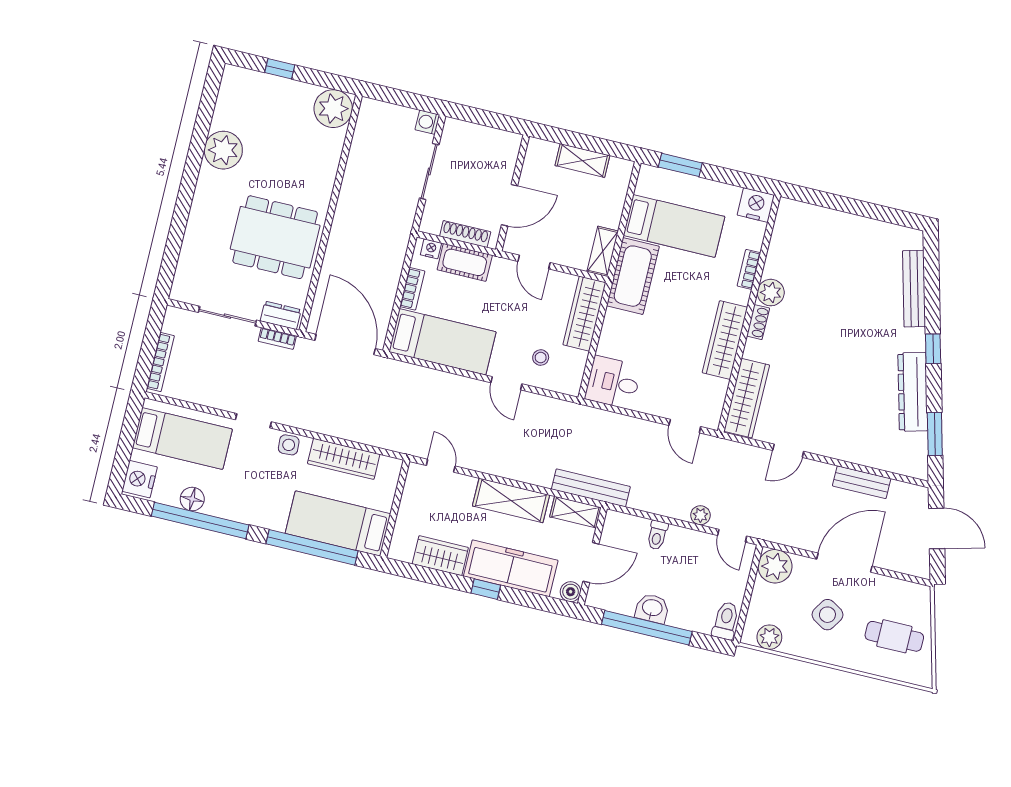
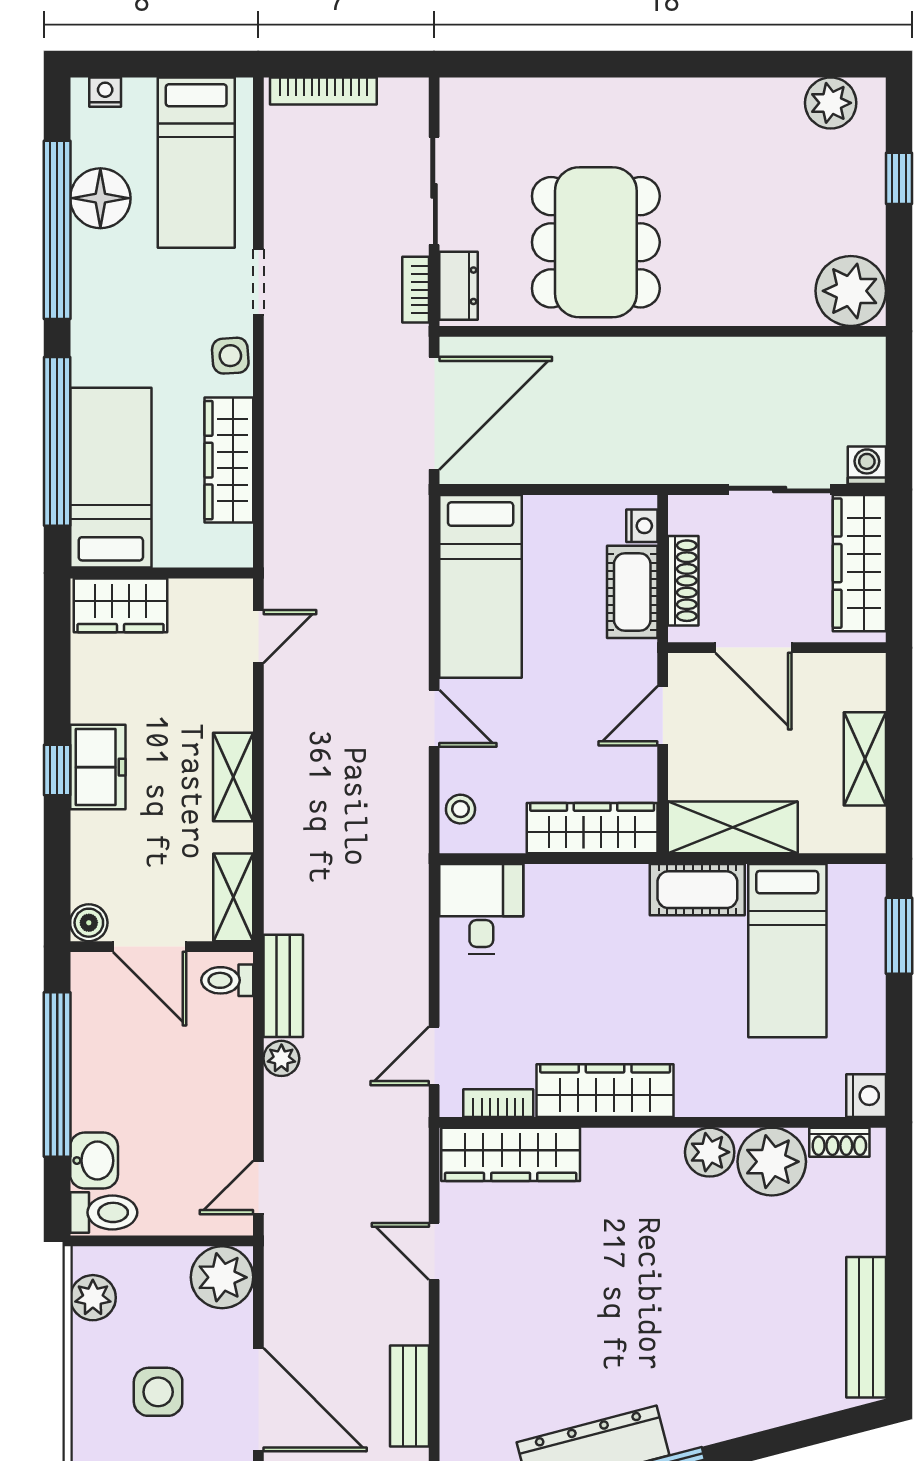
wardrobe: (478, 139) -> (859, 563), added
plant: (223, 150) -> (831, 103), moved, width x0.73, depth x0.73
nightstand: (756, 205) -> (866, 1096), width x0.74, depth x0.75
shelving: (603, 251) -> (733, 827), width x1.50, depth x1.33
plant: (784, 261) -> (772, 1162), added
bookcase: (749, 269) -> (498, 1103), moved
cot: (633, 276) -> (697, 890), width x0.73, depth x0.75
bookcase: (412, 289) -> (562, 510), removed
bench: (914, 289) -> (866, 1327), moved, turned -75
shoe rack: (758, 322) -> (839, 1142), moved
stool: (541, 358) -> (460, 809), moved
door: (506, 383) -> (434, 718), swing flipped
nightstand: (140, 479) -> (105, 92), width x0.53, depth x0.56
bench: (591, 488) -> (283, 986), moved, width x0.73
floor lamp: (192, 499) -> (100, 198), width x1.38, depth x1.38
shelving: (511, 500) -> (233, 777), width x0.67, depth x0.75
plant: (700, 515) -> (281, 1058), moved
toilet: (657, 535) -> (227, 980), moved
wardrobe: (440, 556) -> (120, 605), moved, turned 90
freezer: (511, 568) -> (98, 767), width x0.52, depth x0.79
washbasin: (652, 608) -> (94, 1161), moved
side table: (827, 615) -> (158, 1392), turned -32

